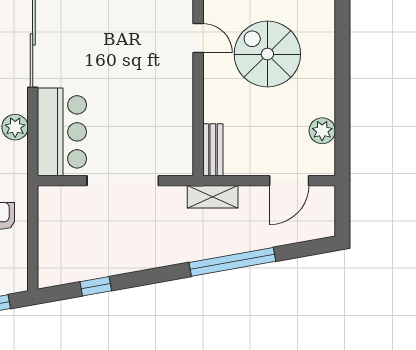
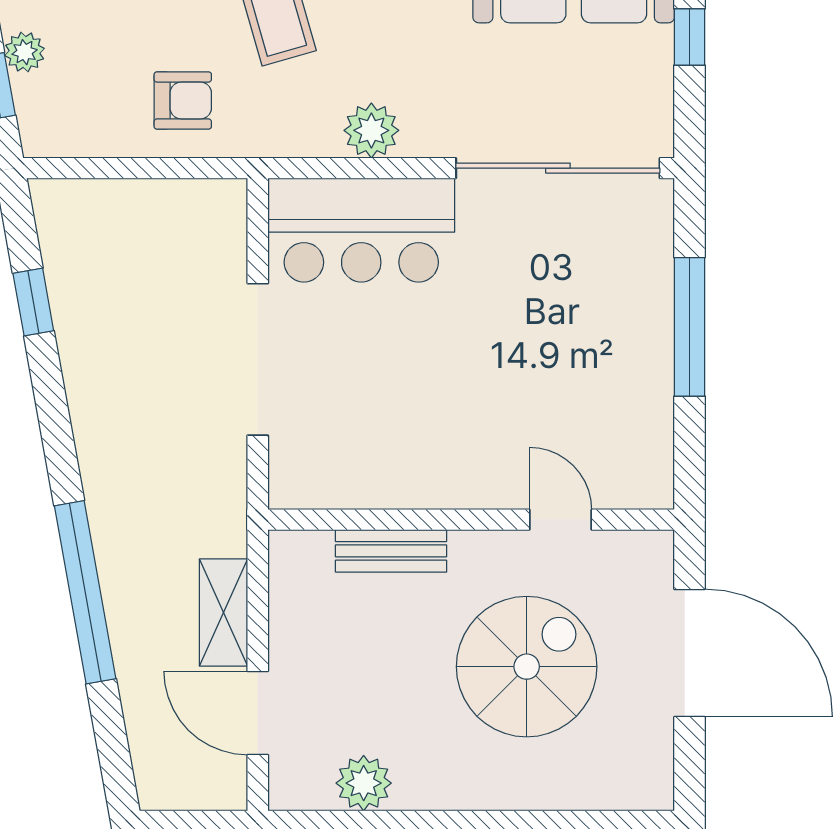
door: (198, 38) -> (561, 520), swing flipped
bench: (213, 150) -> (391, 551), moved
shelving: (213, 197) -> (224, 613), moved

